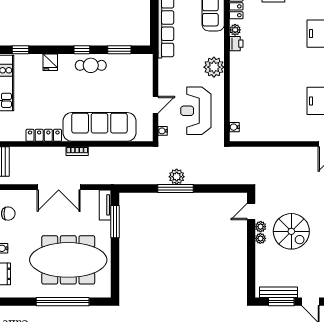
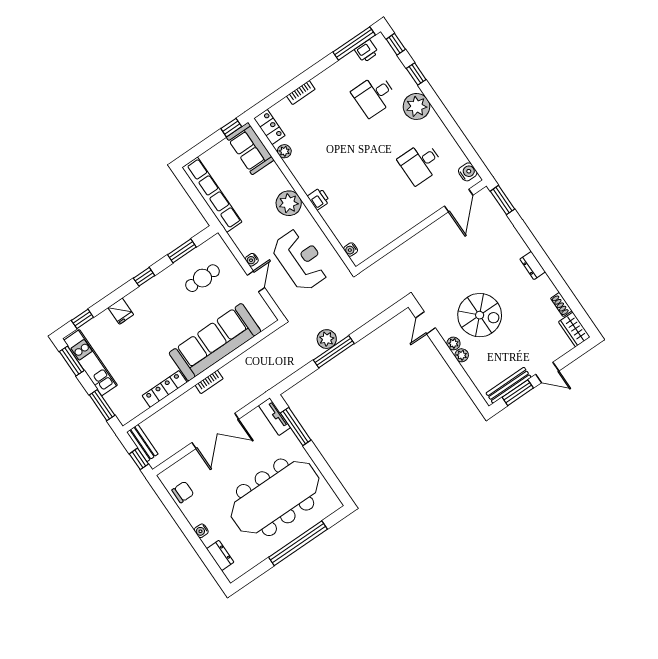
printer: (236, 44) -> (319, 199), moved
cafe table: (91, 65) -> (203, 278), moved
reception desk: (196, 111) -> (301, 260), turned 180
water cooler: (163, 131) -> (252, 260), moved
plant: (261, 227) -> (462, 355), moved

